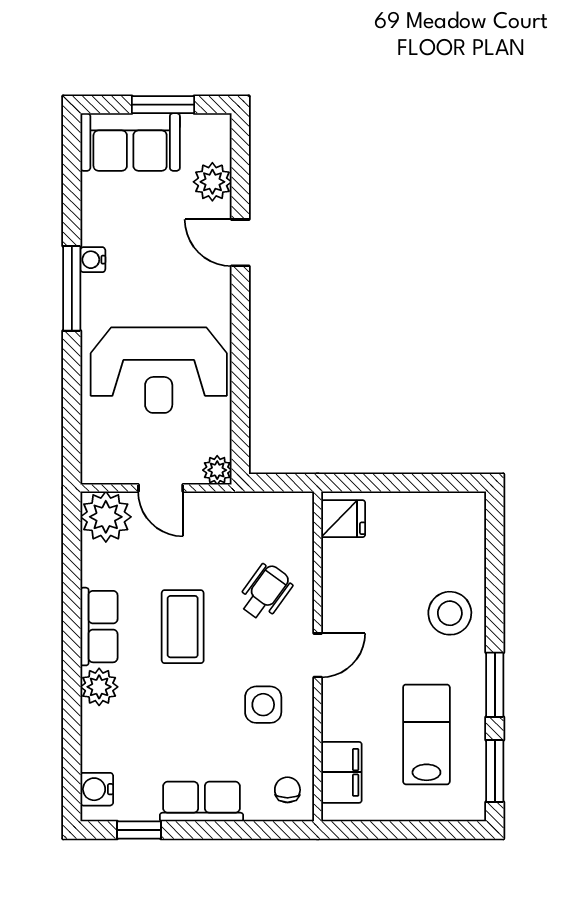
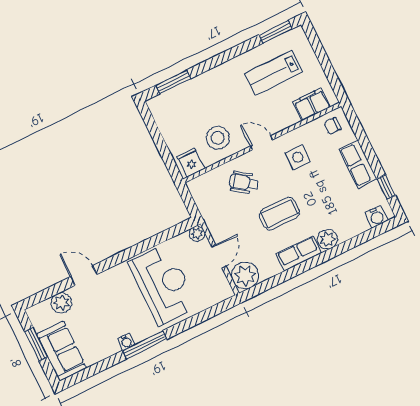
door: (240, 243) -> (84, 275), swing flipped
stool: (450, 613) -> (218, 138), moved
window: (495, 685) -> (173, 82), moved

